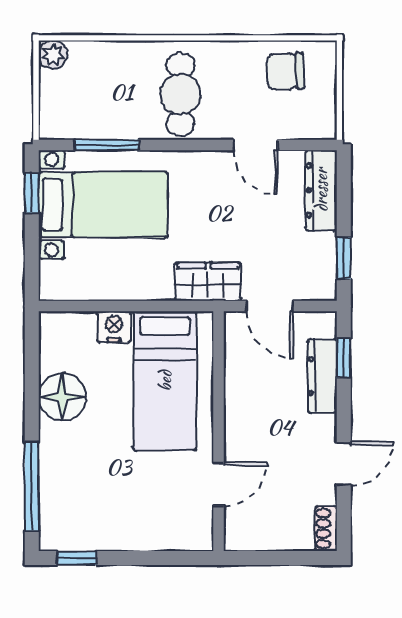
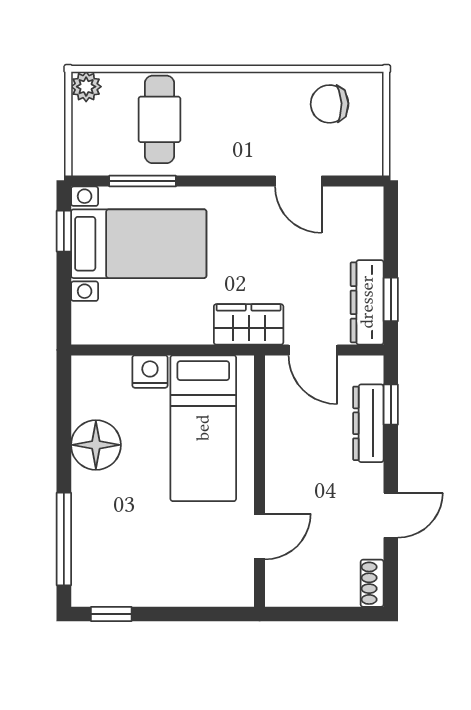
cafe table: (180, 94) -> (159, 119), moved
dresser: (321, 190) -> (367, 302), moved

